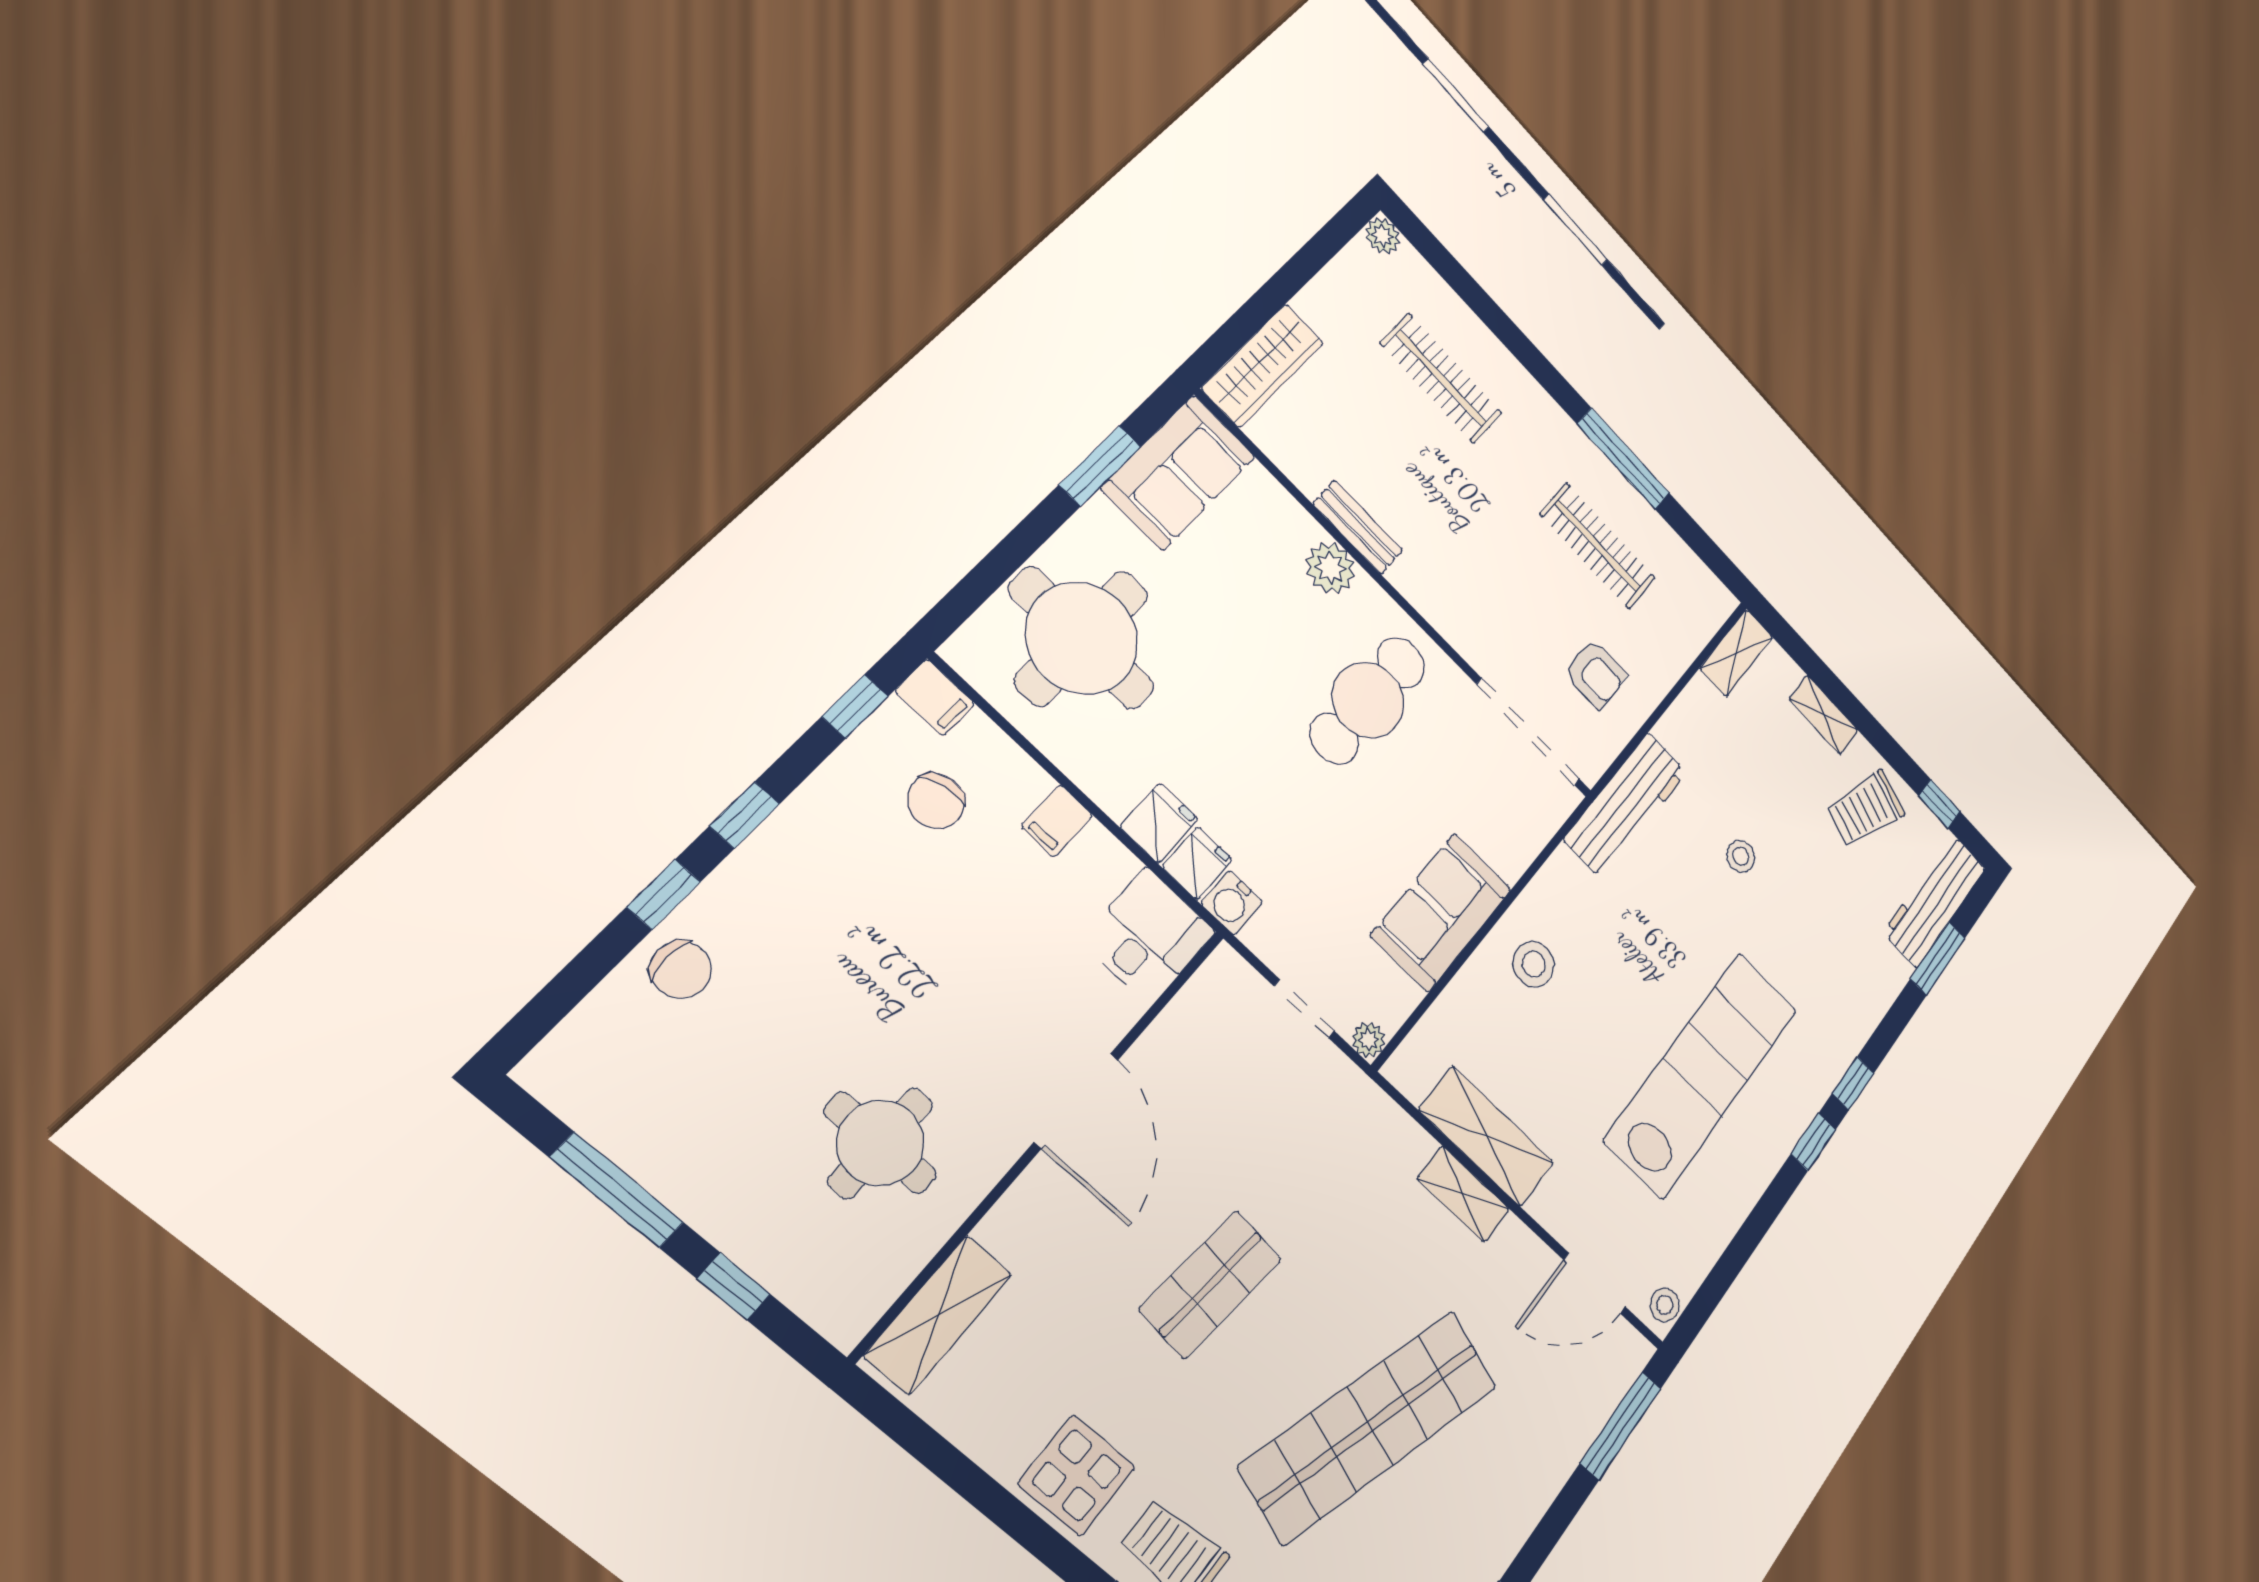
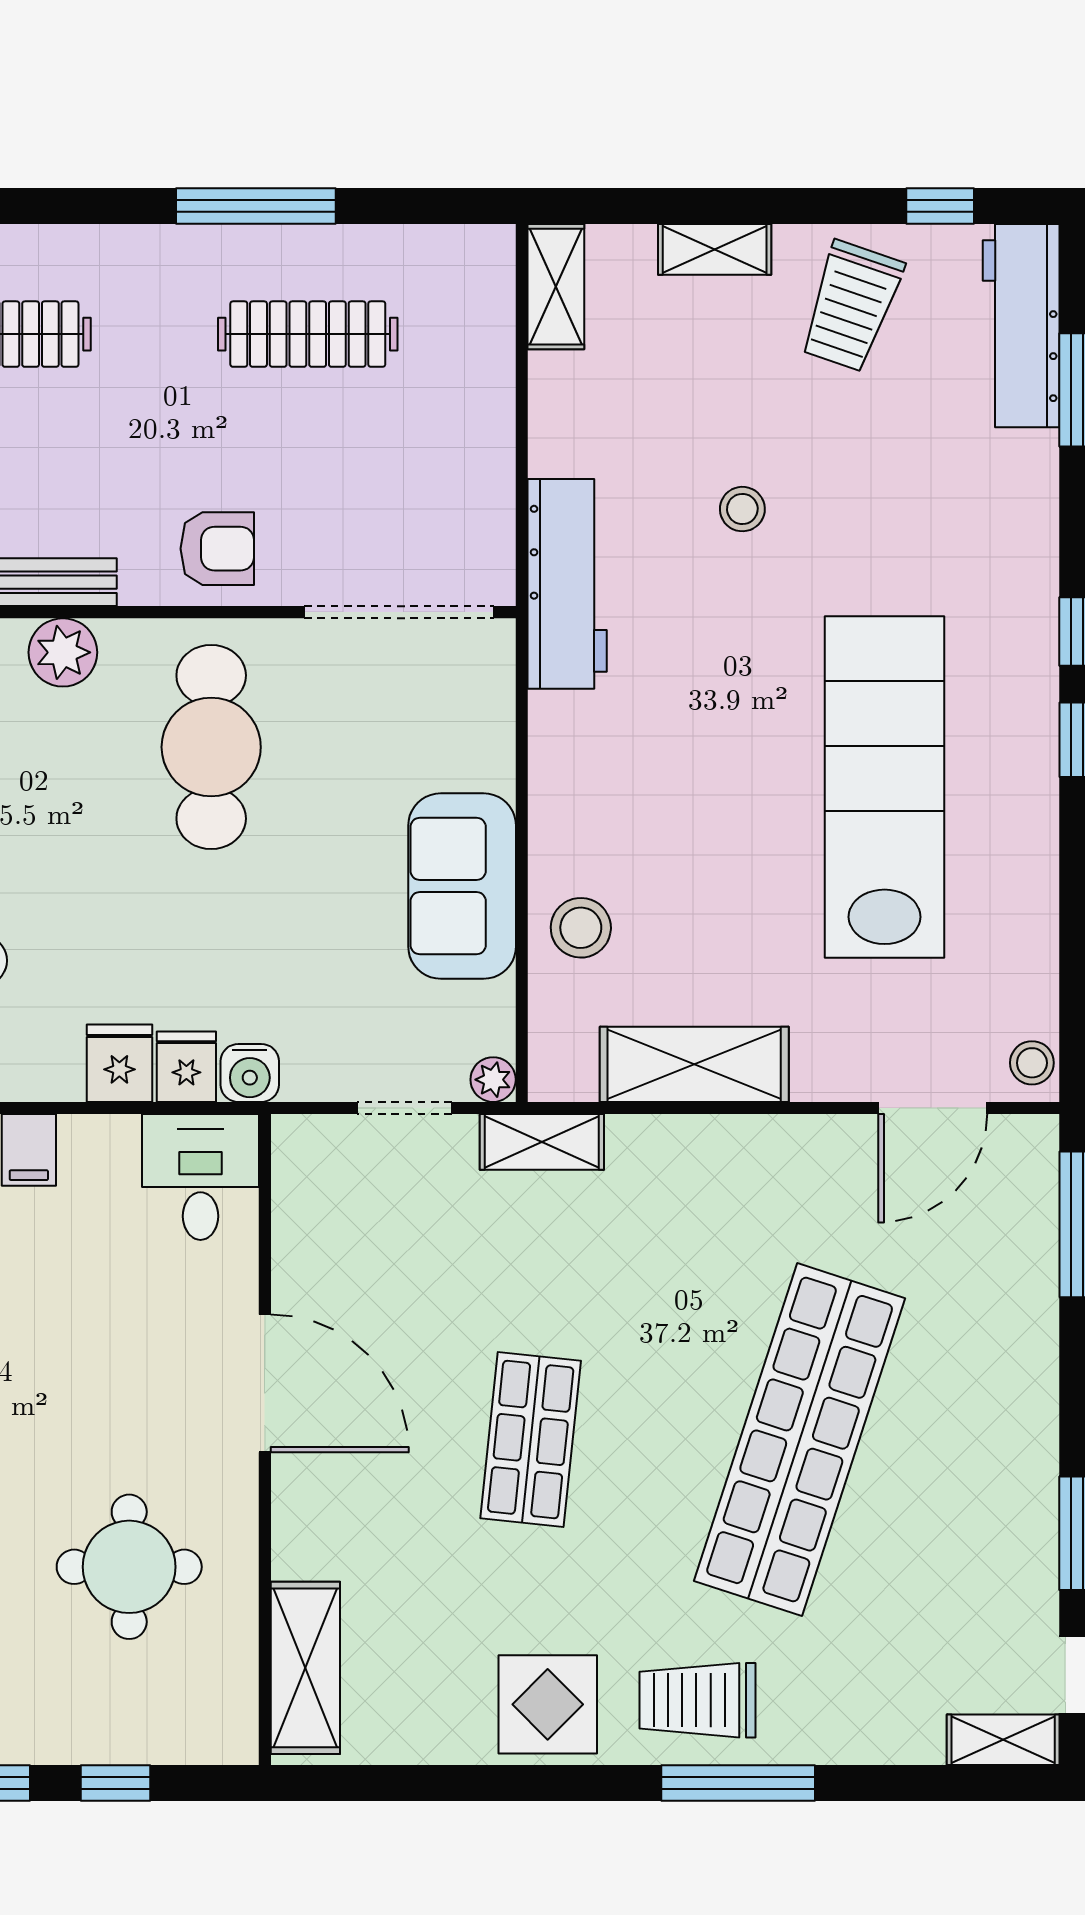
armchair: (1596, 674) -> (217, 549), moved
stool: (1534, 964) -> (581, 928), moved
shelving: (1463, 1194) -> (542, 1142), moved

